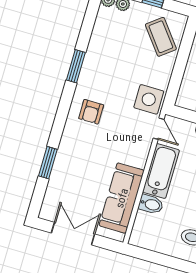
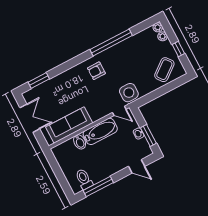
window: (76, 66) -> (111, 43), width x2.11
door: (159, 129) -> (119, 111), hinge flipped
window: (48, 163) -> (39, 80), moved

